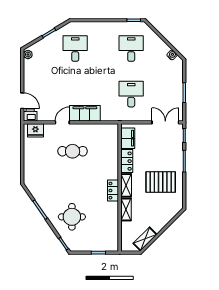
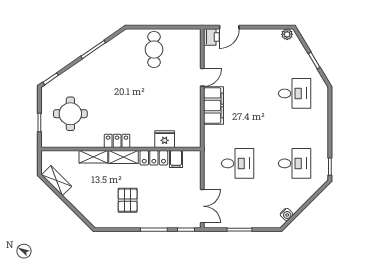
door: (62, 122) -> (202, 77), hinge flipped
fridge: (35, 130) -> (165, 139), moved, turned 90
filing cabinet: (128, 138) -> (176, 159), width x0.50
cafe table: (73, 151) -> (154, 50), moved
pallet: (161, 182) -> (128, 200), width x0.67, depth x0.71
round table: (72, 217) -> (70, 114), moved

